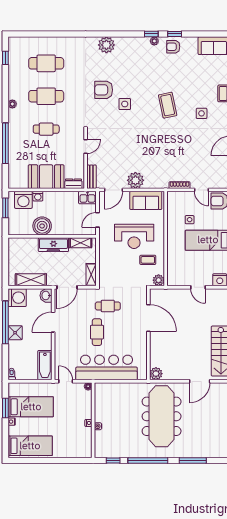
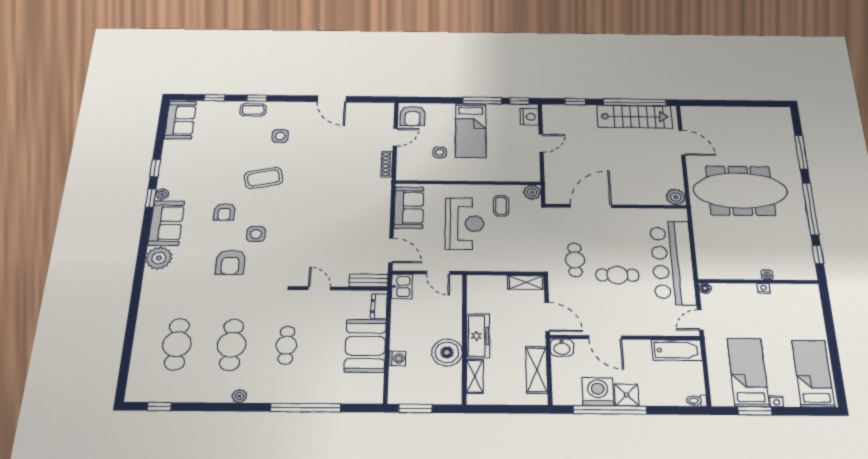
sofa: (132, 46) -> (166, 223), added
armchair: (173, 47) -> (224, 212), moved
plant: (135, 180) -> (377, 221), removed
washing machine: (23, 200) -> (403, 380), removed
shelving: (81, 243) -> (475, 376), moved
washing machine: (17, 298) -> (598, 391), moved

